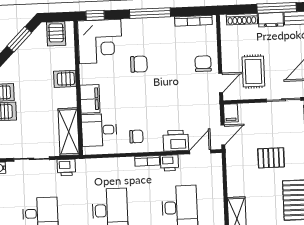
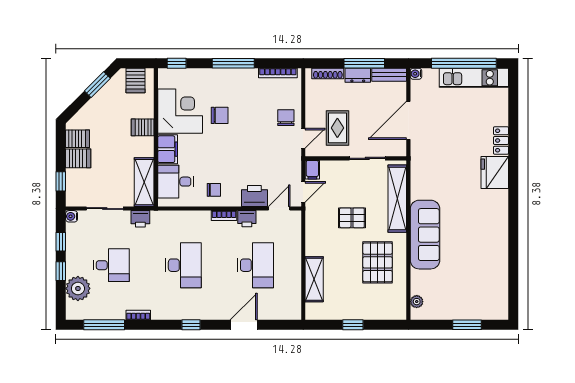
corner desk: (100, 41) -> (180, 111), moved, turned -90

